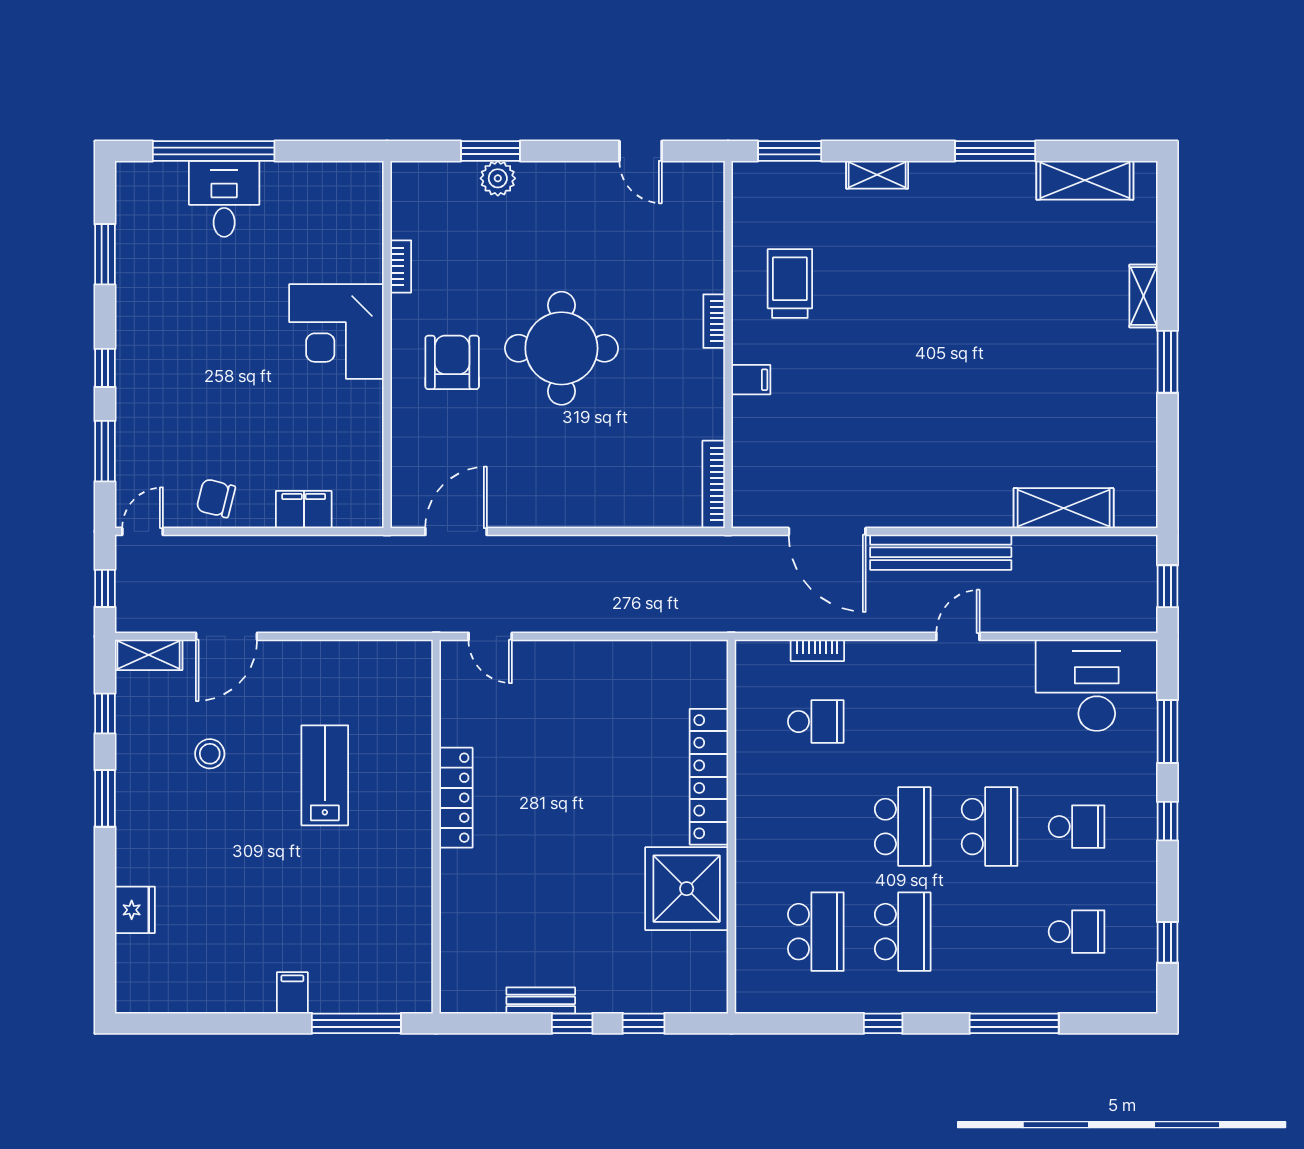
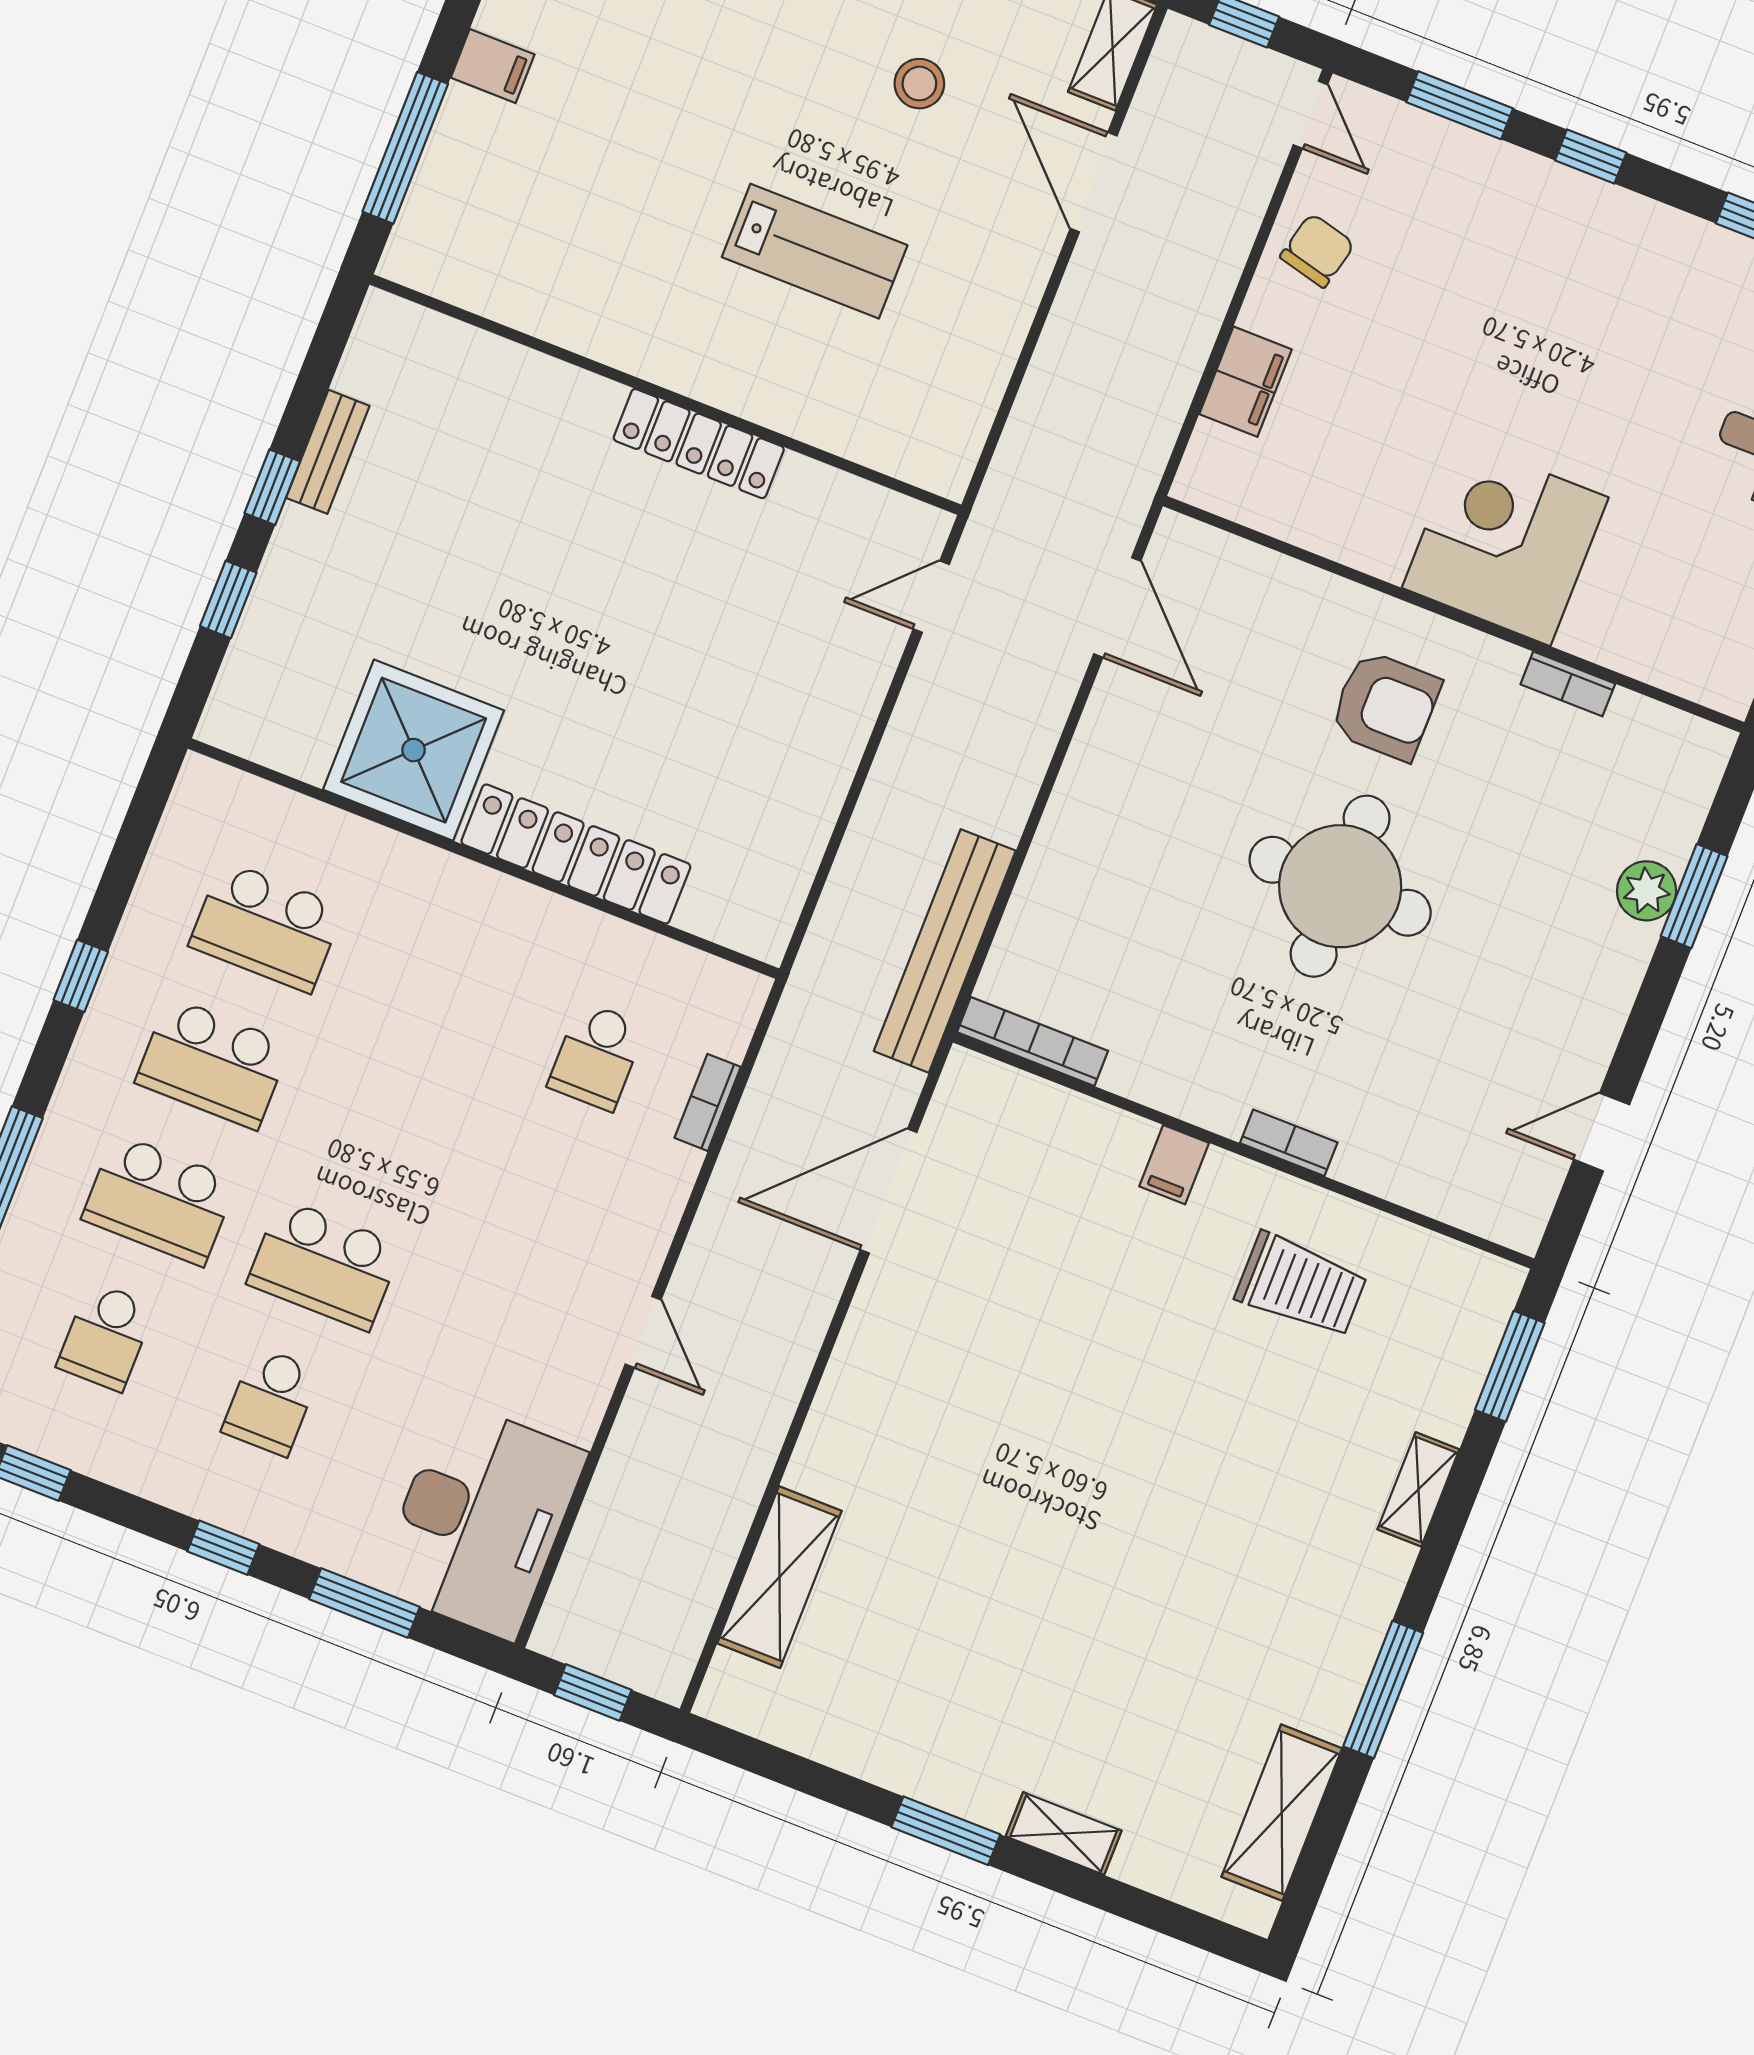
bench: (941, 552) -> (945, 951), moved
school desk: (903, 827) -> (159, 1200), moved

